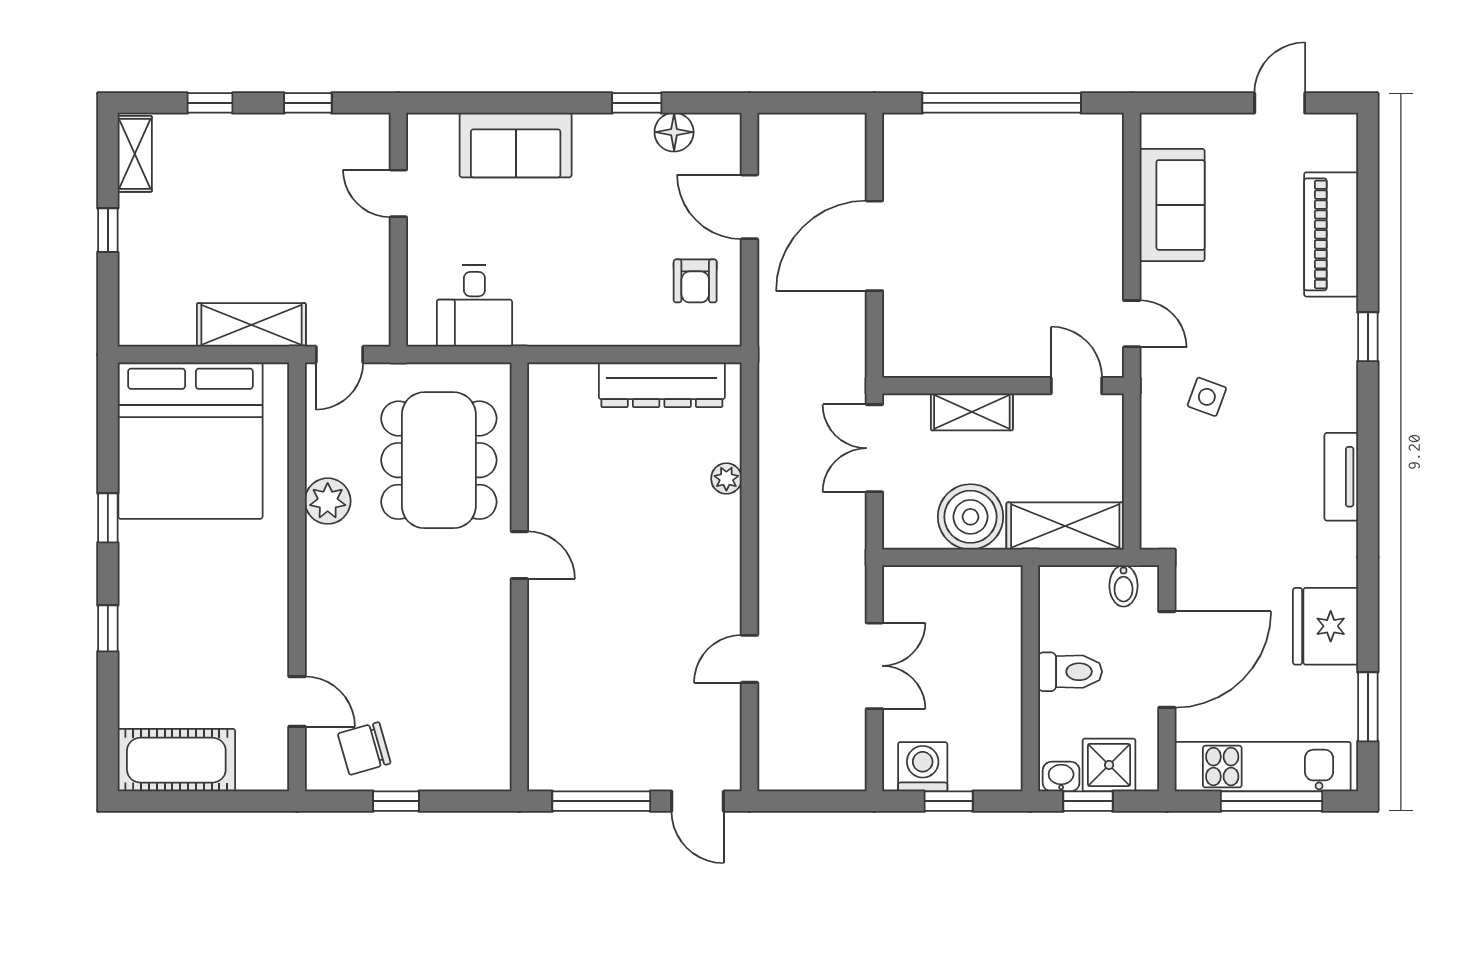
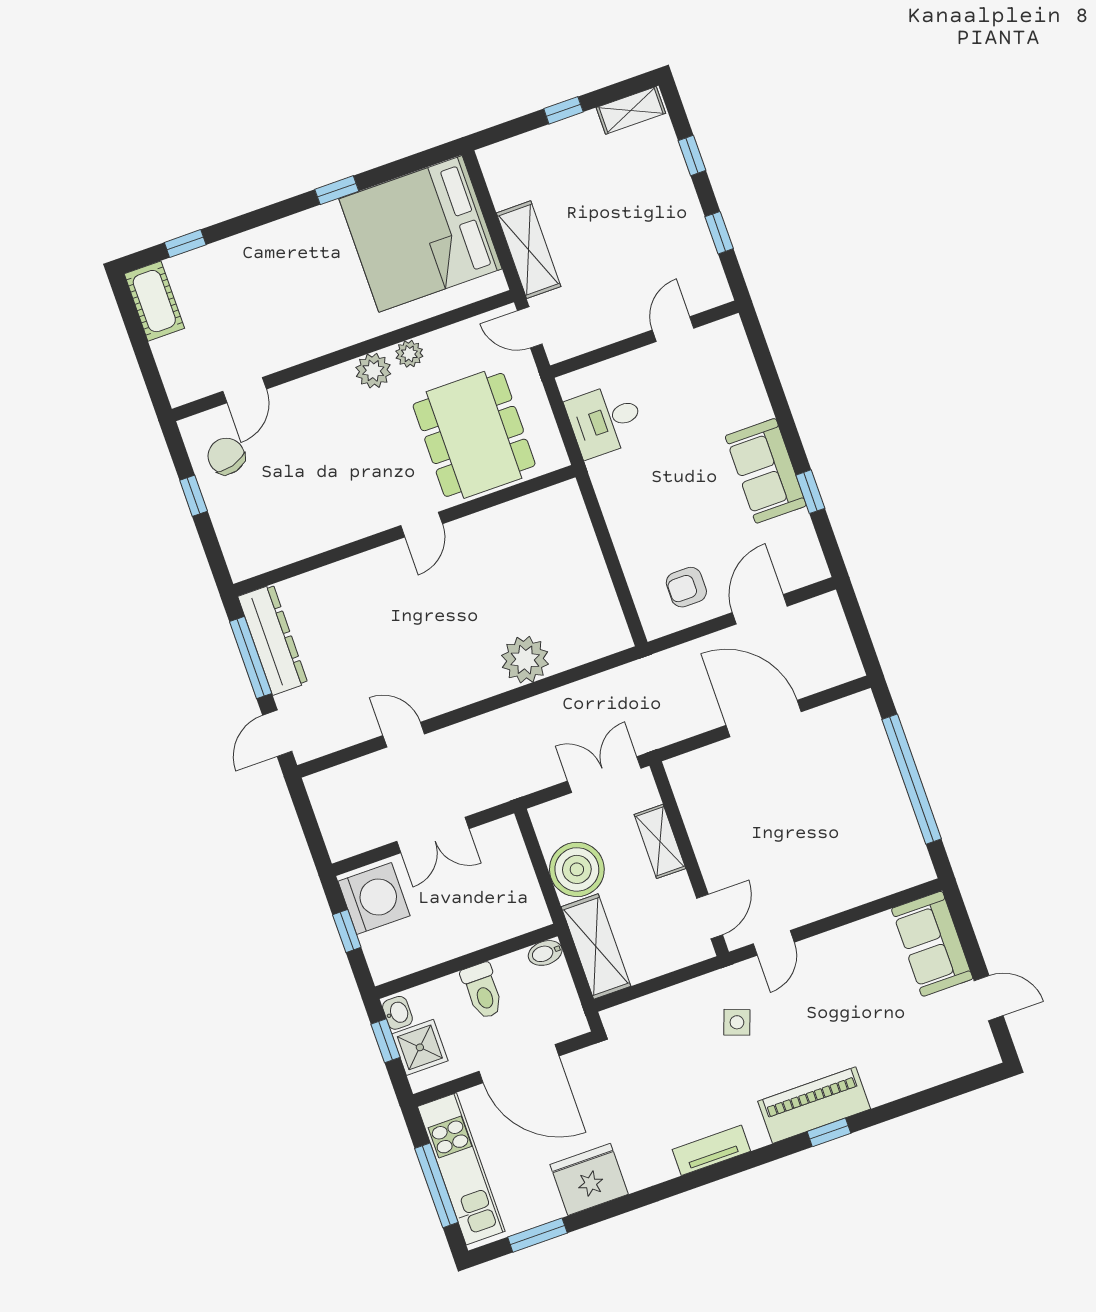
floor lamp: (674, 132) -> (798, 529), removed
sofa: (516, 145) -> (766, 471), moved
sofa: (1172, 205) -> (932, 944), moved, turned 90
piano: (1331, 234) -> (814, 1105), moved
dresser: (662, 385) -> (273, 640), moved, turned 180
dining table: (439, 460) -> (474, 435), turned 90
plant: (726, 479) -> (525, 660), width x1.88, depth x1.88
plant: (328, 501) -> (409, 354), width x0.73, depth x0.73
plant: (326, 548) -> (373, 371), added
bidet: (1124, 586) -> (545, 953), moved
window: (108, 628) -> (185, 244), moved
cot: (176, 760) -> (154, 301), width x0.73, depth x0.75
washing machine: (923, 767) -> (374, 899), width x1.37, depth x1.37

